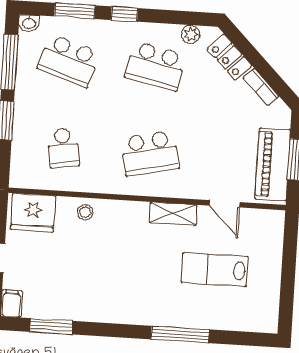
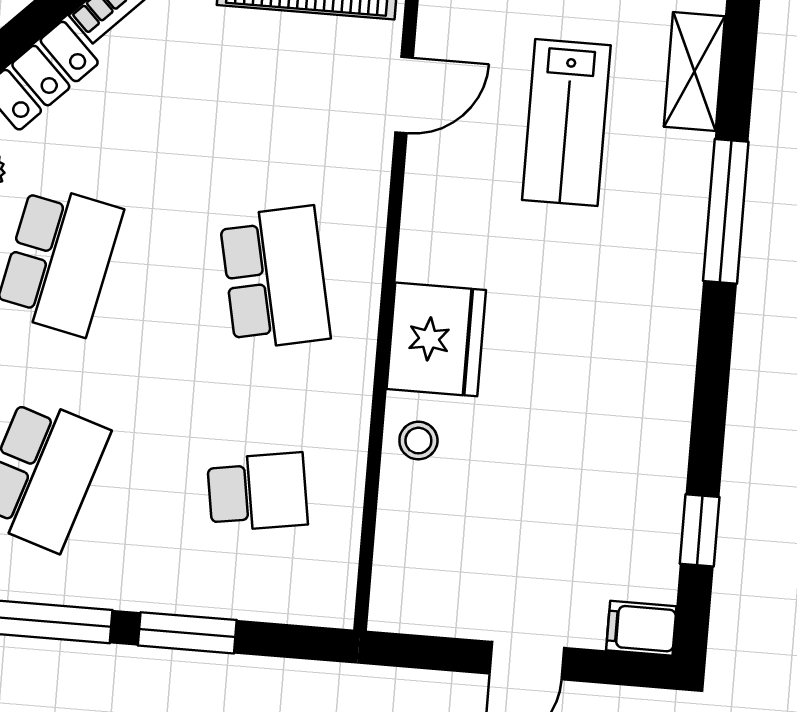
fridge: (33, 213) -> (436, 339), moved
shelving: (173, 214) -> (694, 71), moved
window: (51, 326) -> (700, 530), width x0.67

